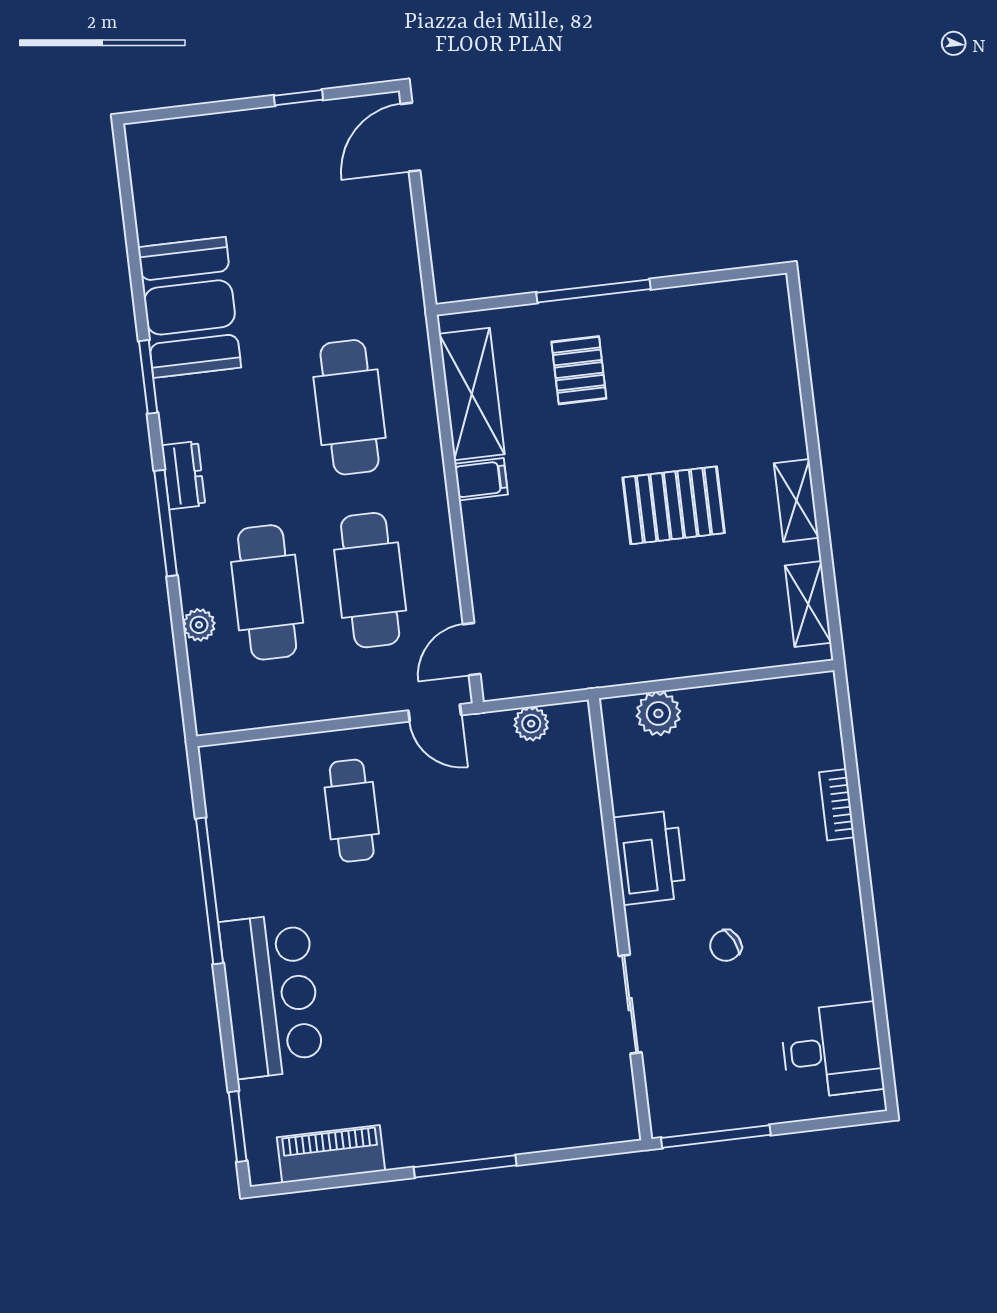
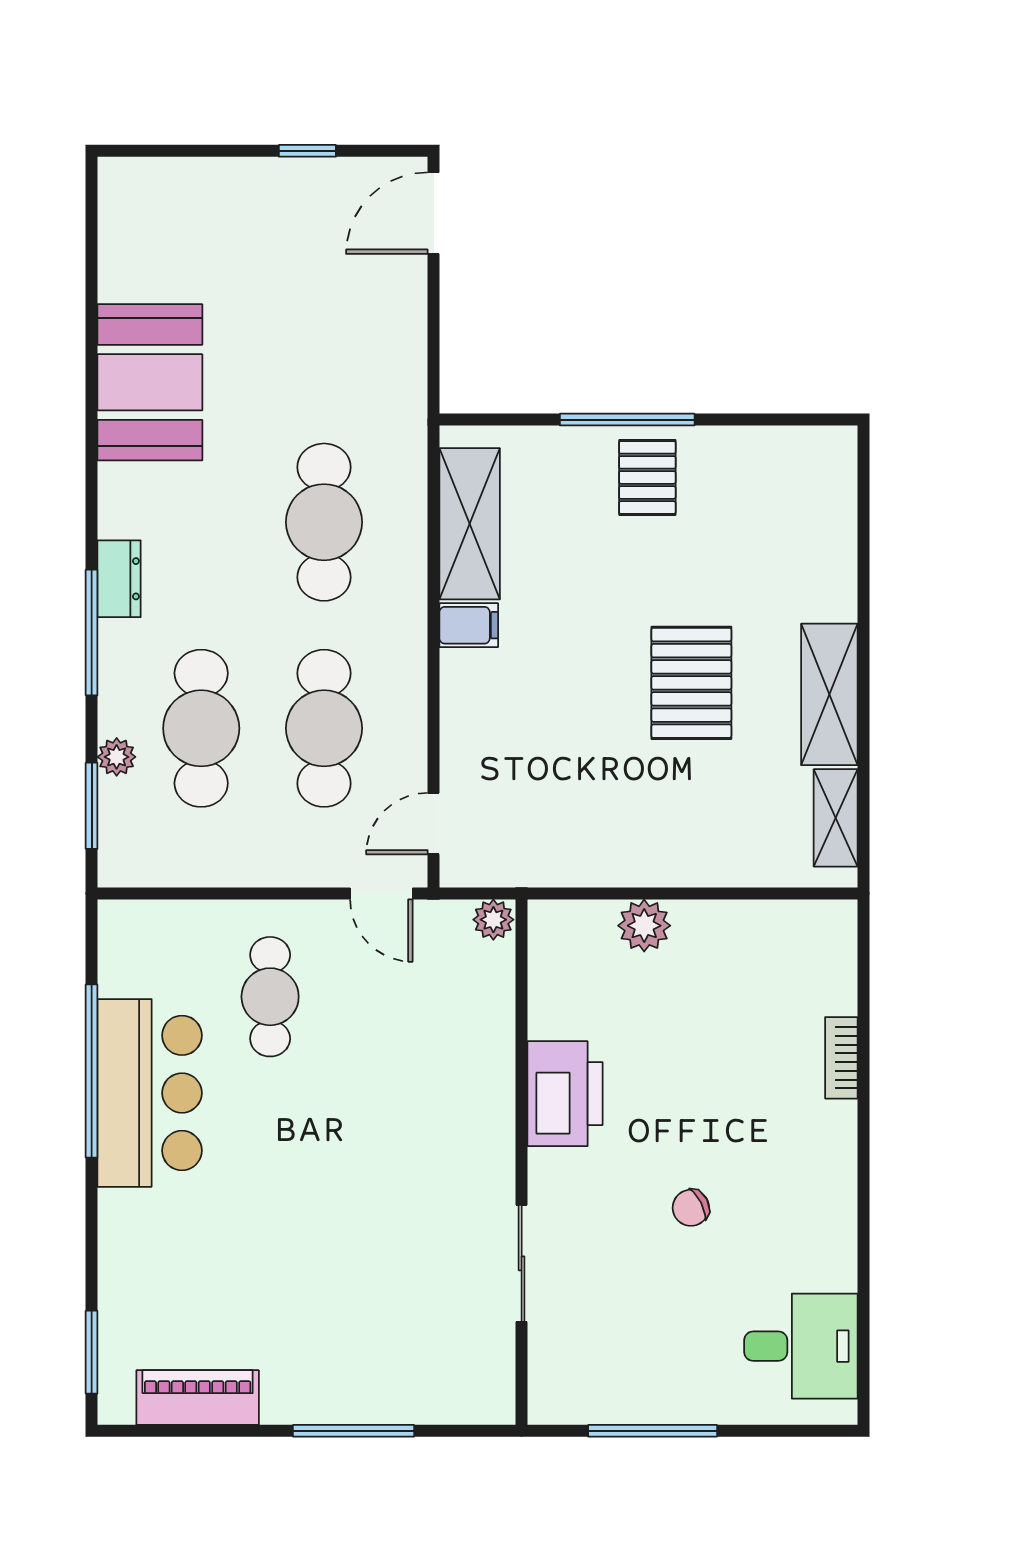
pallet: (579, 370) -> (647, 477), moved
window: (148, 377) -> (92, 806), moved
shelving: (796, 500) -> (829, 694), width x1.50, depth x1.33
pallet: (674, 505) -> (691, 683), turned 90
printer: (650, 858) -> (565, 1094), moved
wall: (620, 919) -> (522, 1162), moved
bar counter: (271, 996) -> (150, 1093), moved
sliding door: (630, 1004) -> (522, 1263), moved

